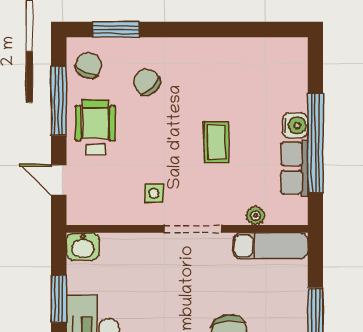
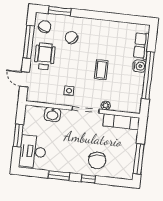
row of seats: (294, 168) -> (141, 46), moved
plant: (255, 216) -> (106, 106), moved
washbasin: (83, 247) -> (52, 114), moved

